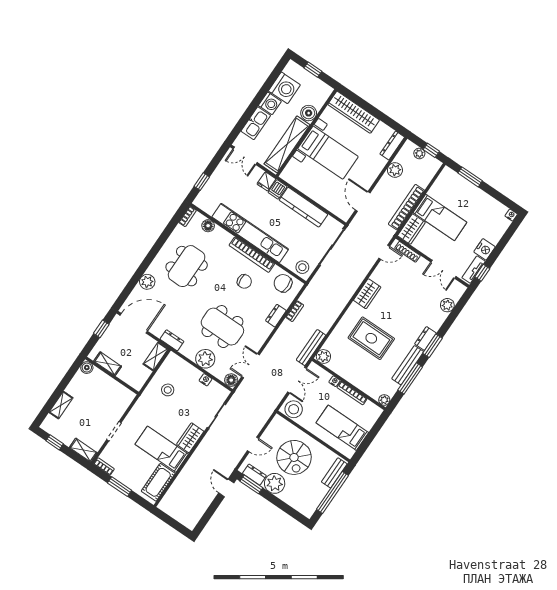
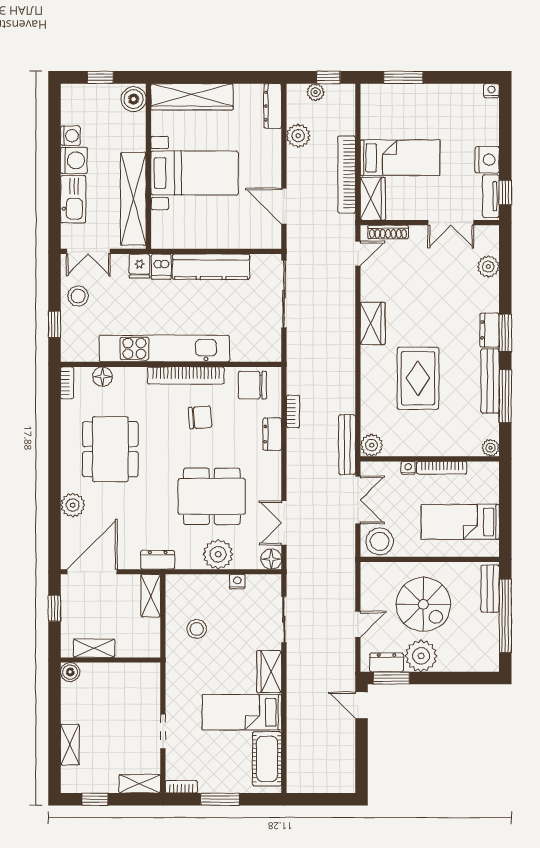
washing machine: (284, 88) -> (70, 136), width x0.53, depth x0.53
boiler: (309, 113) -> (134, 99), moved
stool: (302, 267) -> (78, 296), moved
rug: (371, 338) -> (418, 378), turned 90

